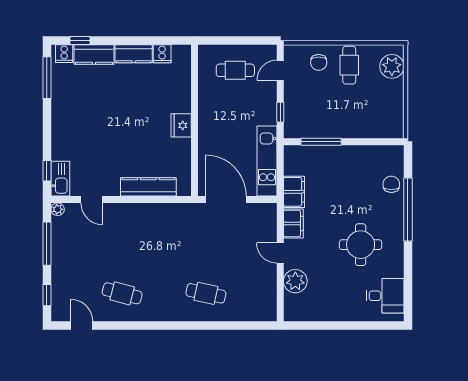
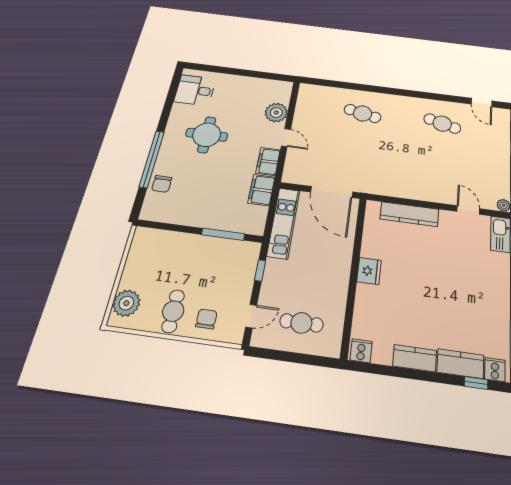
cooker: (162, 54) -> (361, 351), moved

